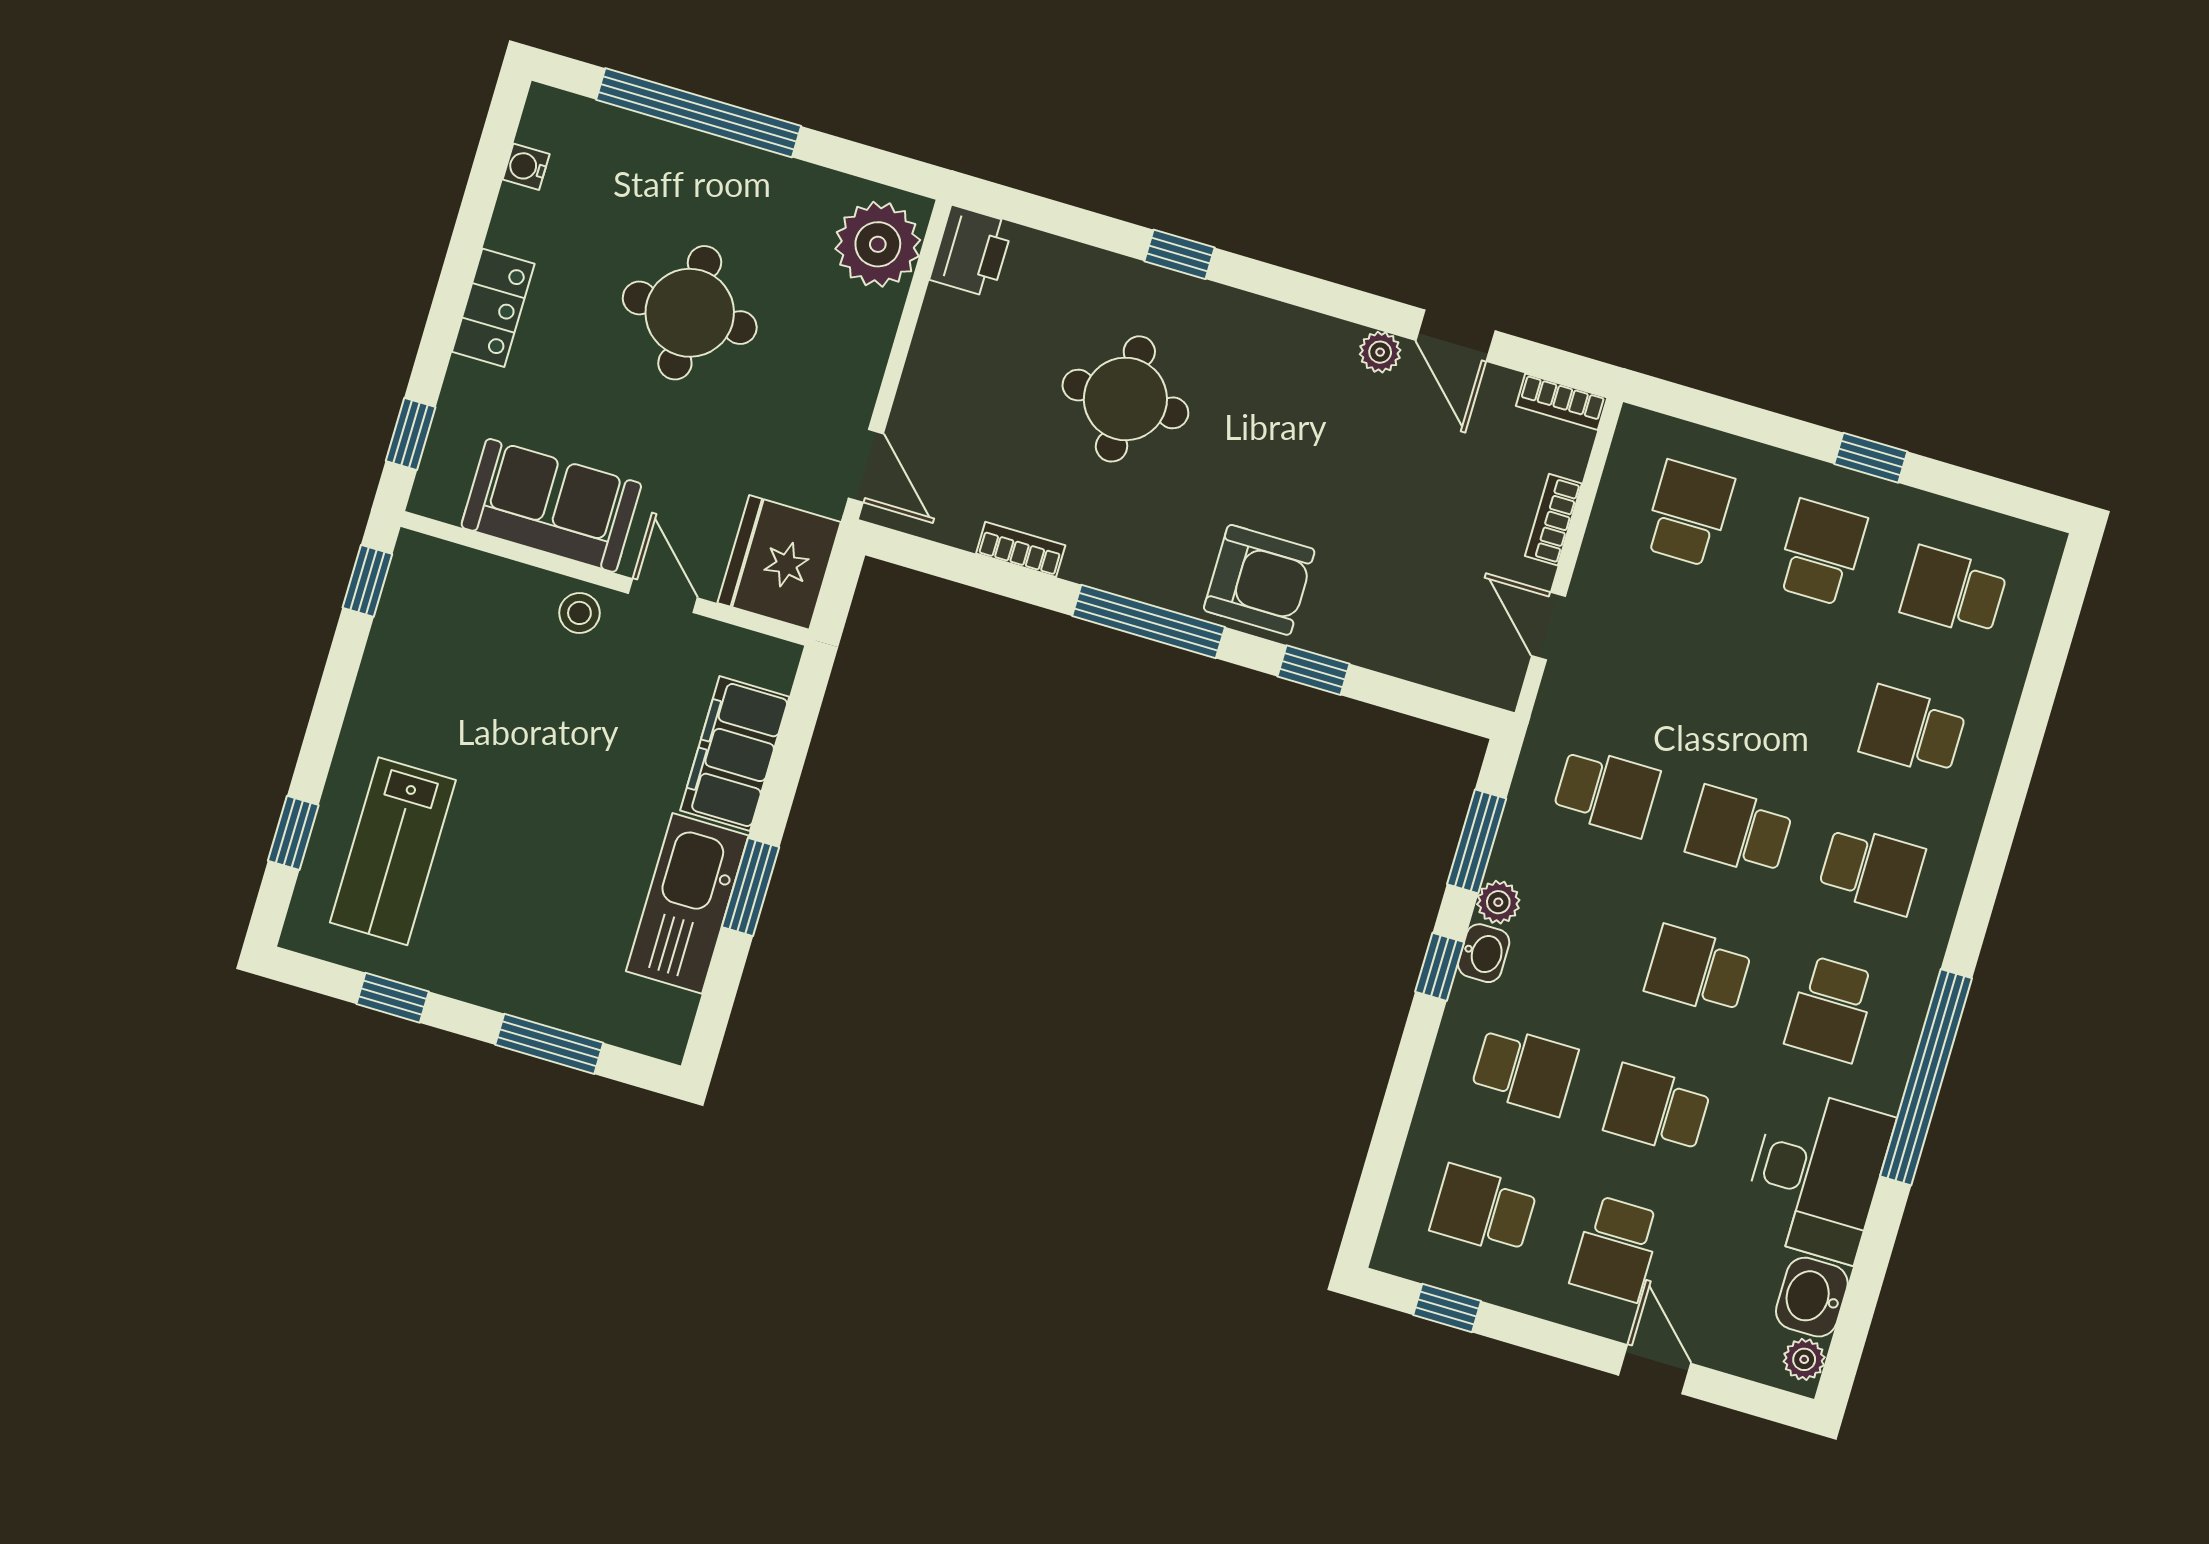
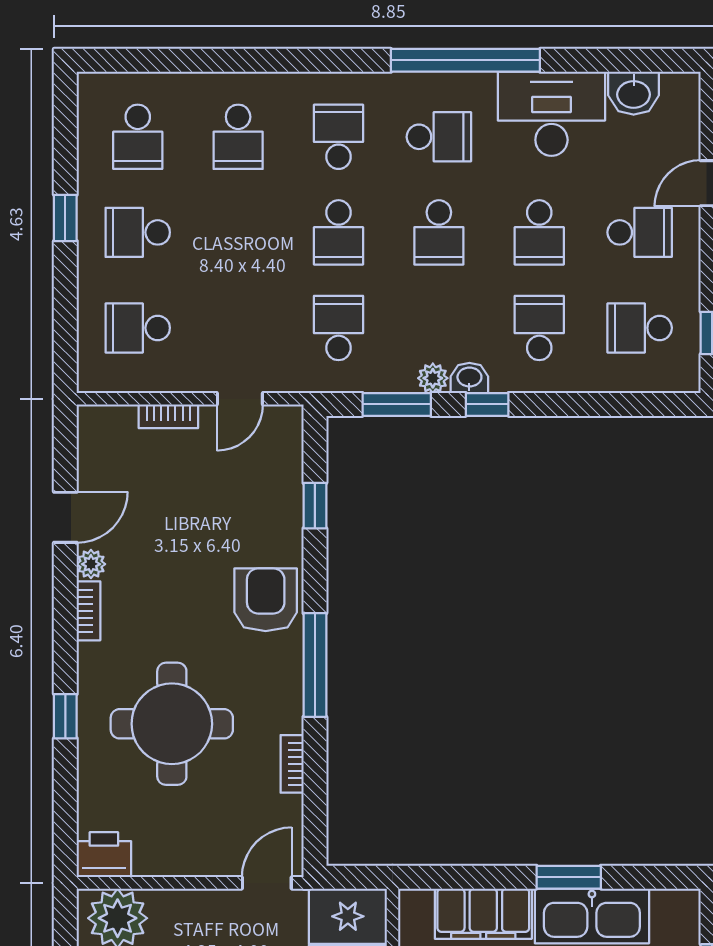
round table: (1125, 399) -> (172, 724), width x1.36, depth x1.36
bookcase: (1562, 402) -> (88, 611), moved
window: (1314, 670) -> (315, 506), moved
school desk: (1484, 1210) -> (640, 328), turned 90
plant: (1804, 1359) -> (676, 86), removed

